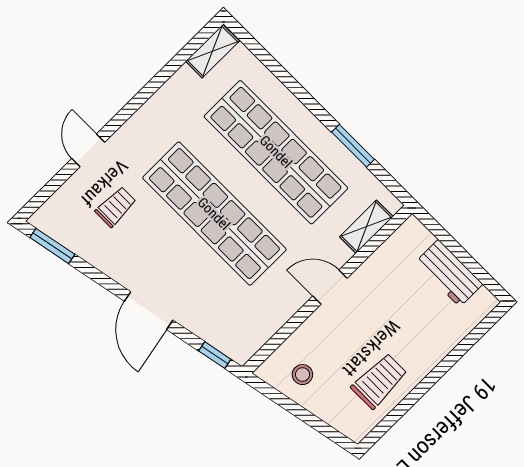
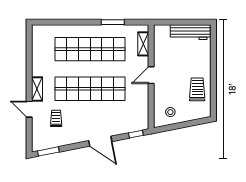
shelving: (212, 51) -> (37, 89), moved
workbench: (449, 273) -> (190, 32), width x1.38

